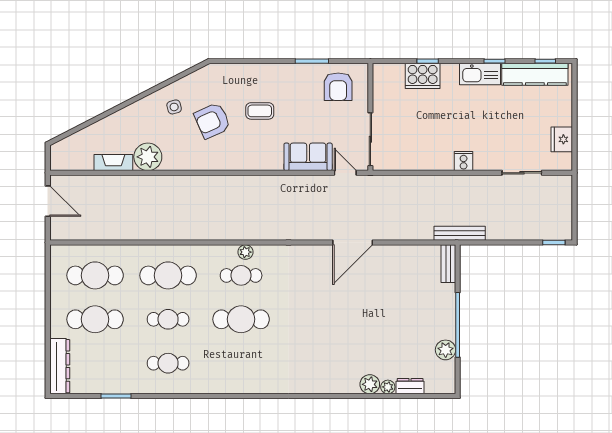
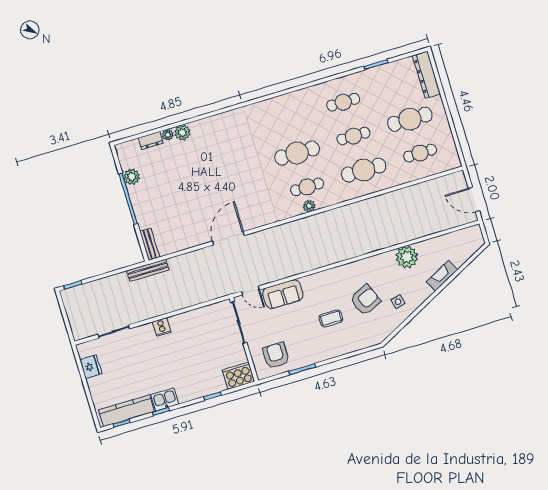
kitchen sink: (480, 74) -> (165, 399), width x0.73
cooker: (423, 76) -> (238, 376), moved
fireplace: (113, 162) -> (442, 276), moved, turned 153
cafe table: (95, 275) -> (420, 153), width x0.73, depth x0.74

